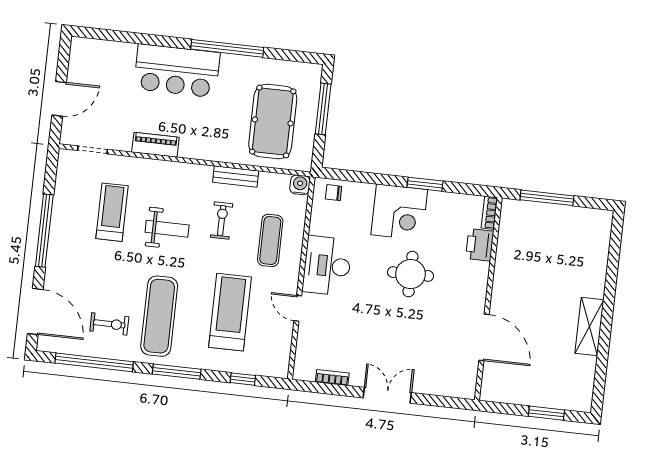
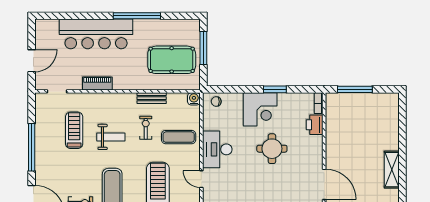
bar counter: (177, 71) -> (96, 34), width x1.36
pool table: (273, 121) -> (172, 60), turned 90
exercise mat: (270, 240) -> (179, 137), turned 90

